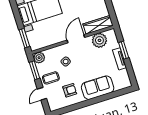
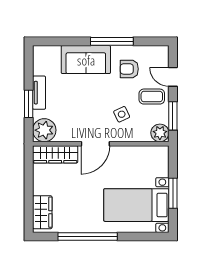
window: (24, 38) -> (173, 193), moved
plant: (99, 40) -> (44, 130), moved
door: (42, 94) -> (173, 77), swing flipped
window: (85, 104) -> (112, 41), added

